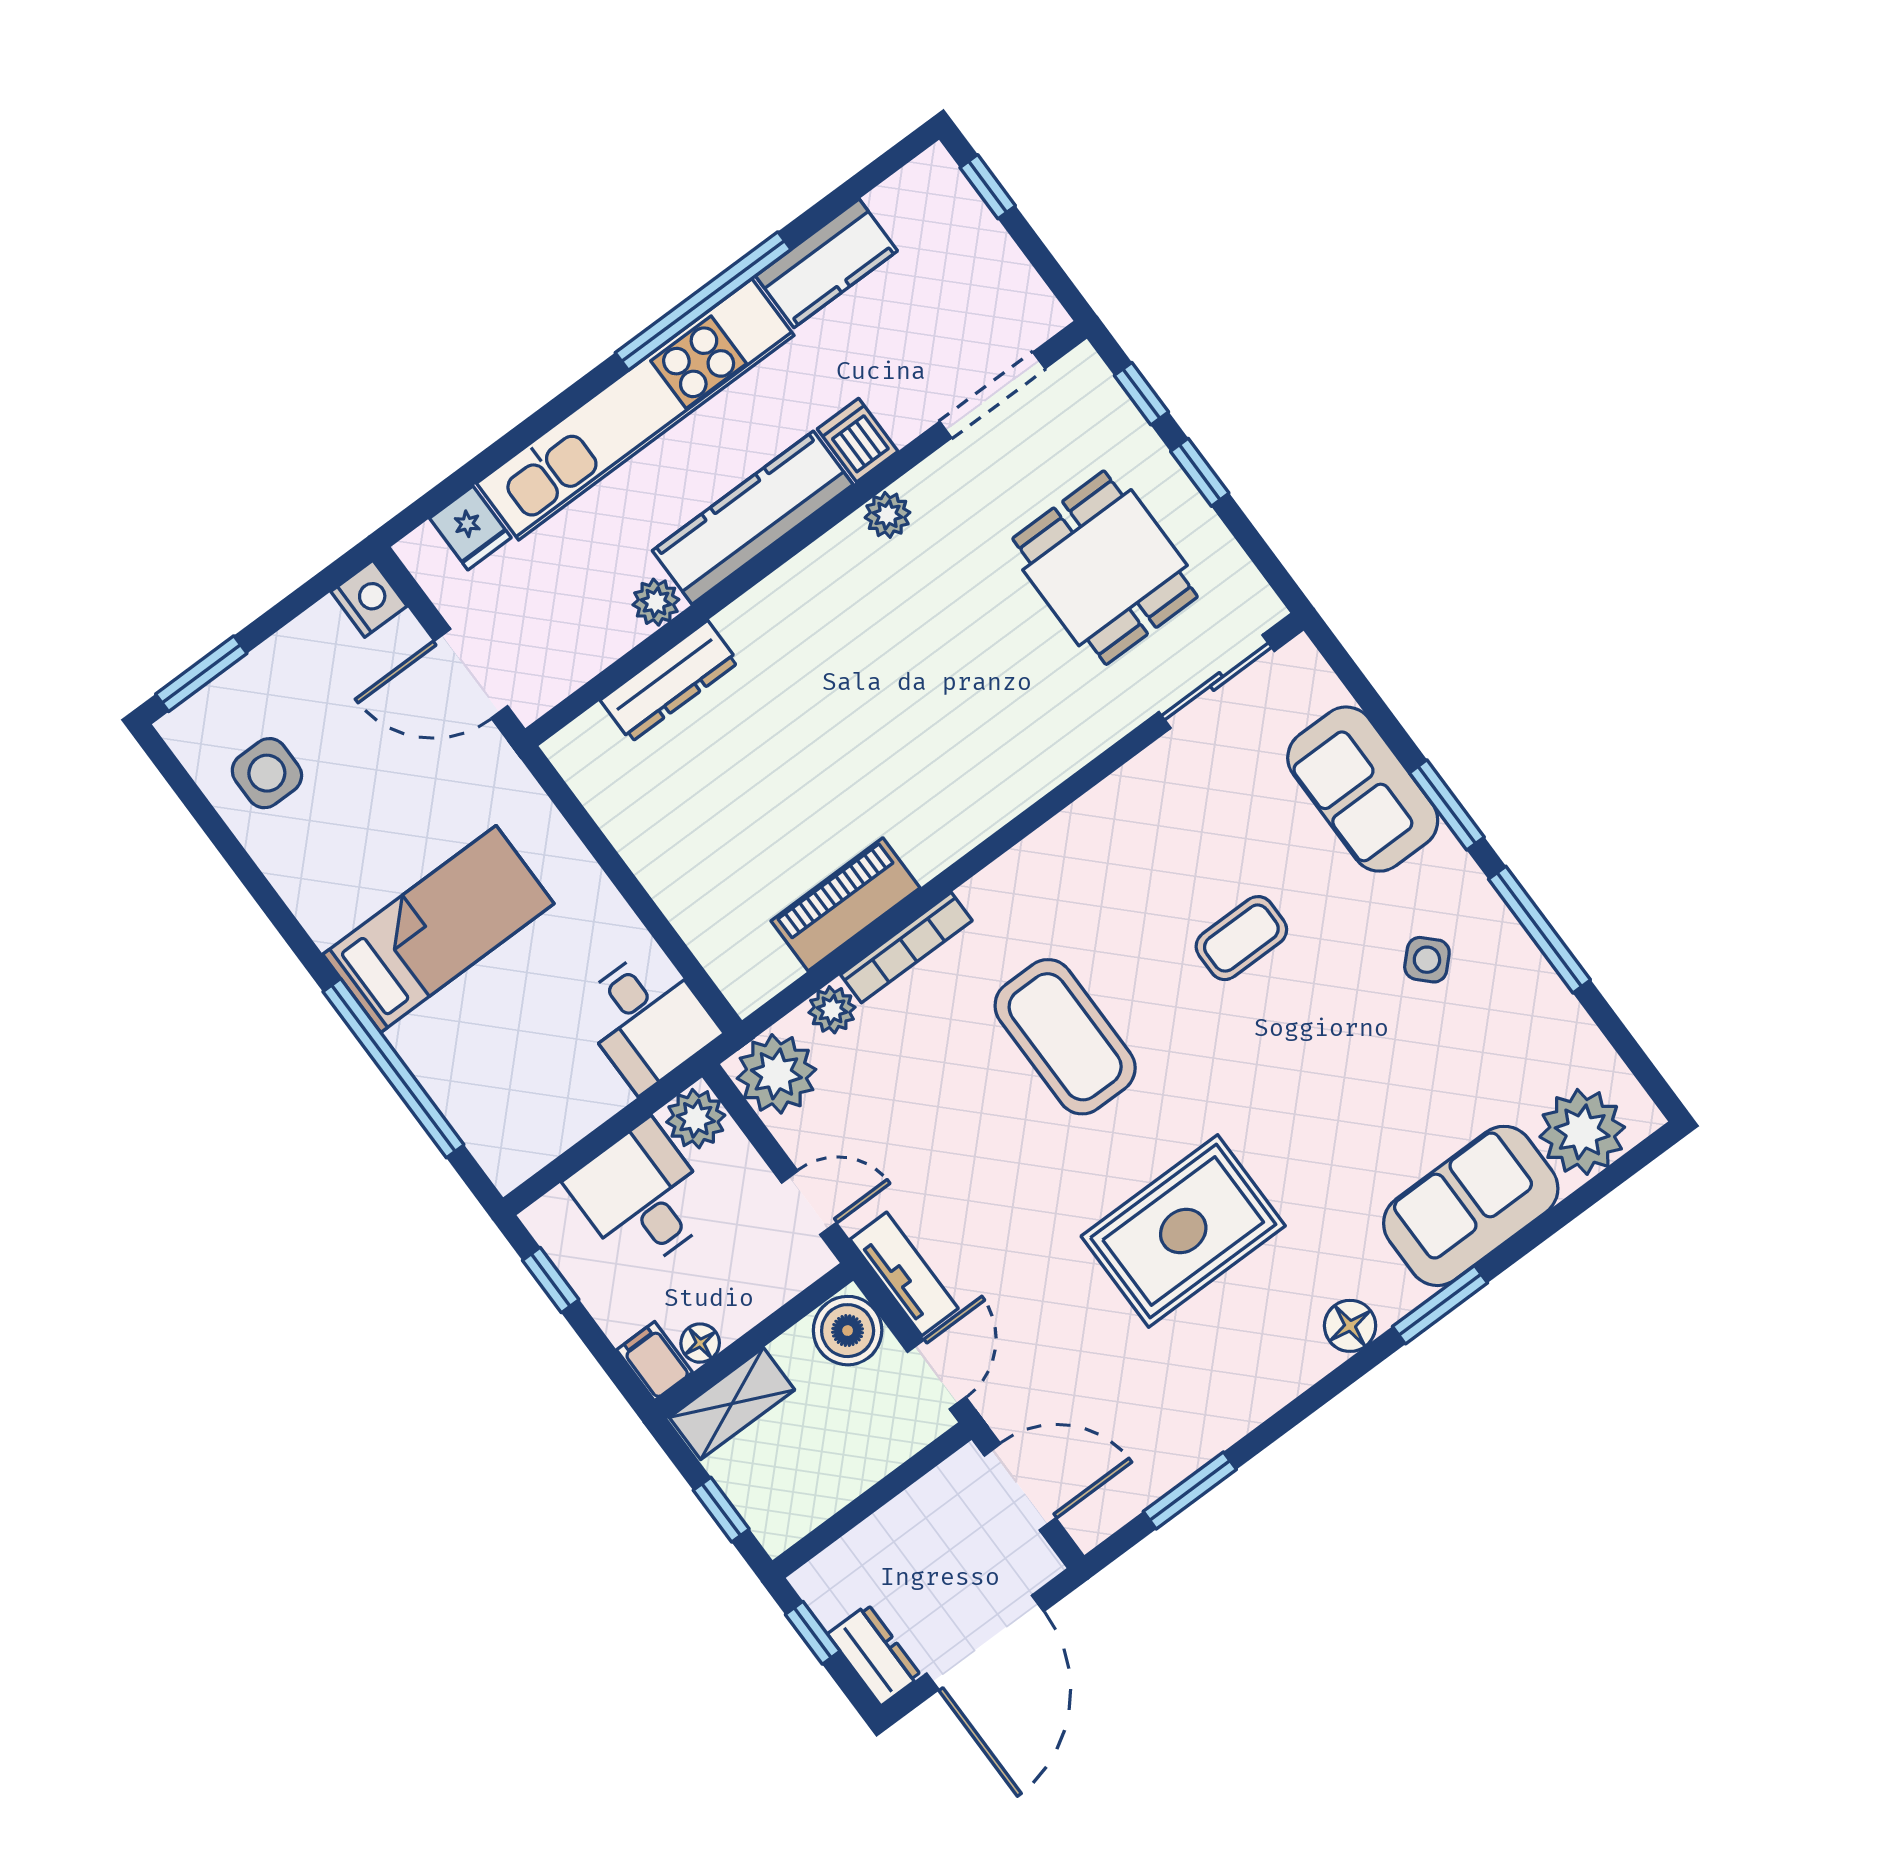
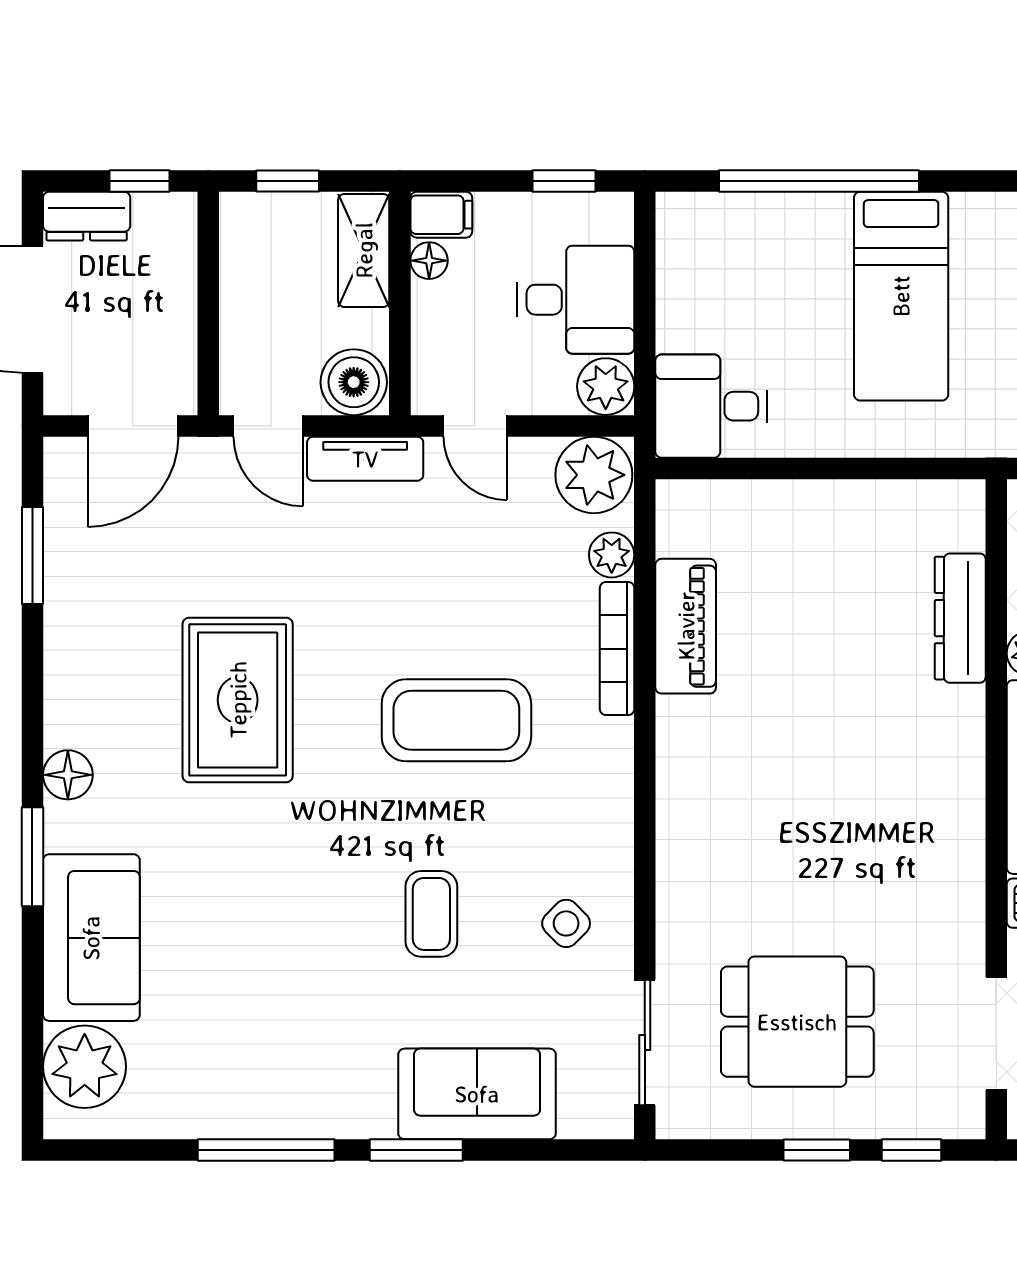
plant: (887, 515) -> (964, 883), removed
side table: (1427, 960) -> (566, 923), moved
door: (809, 1203) -> (475, 426), hinge flipped

